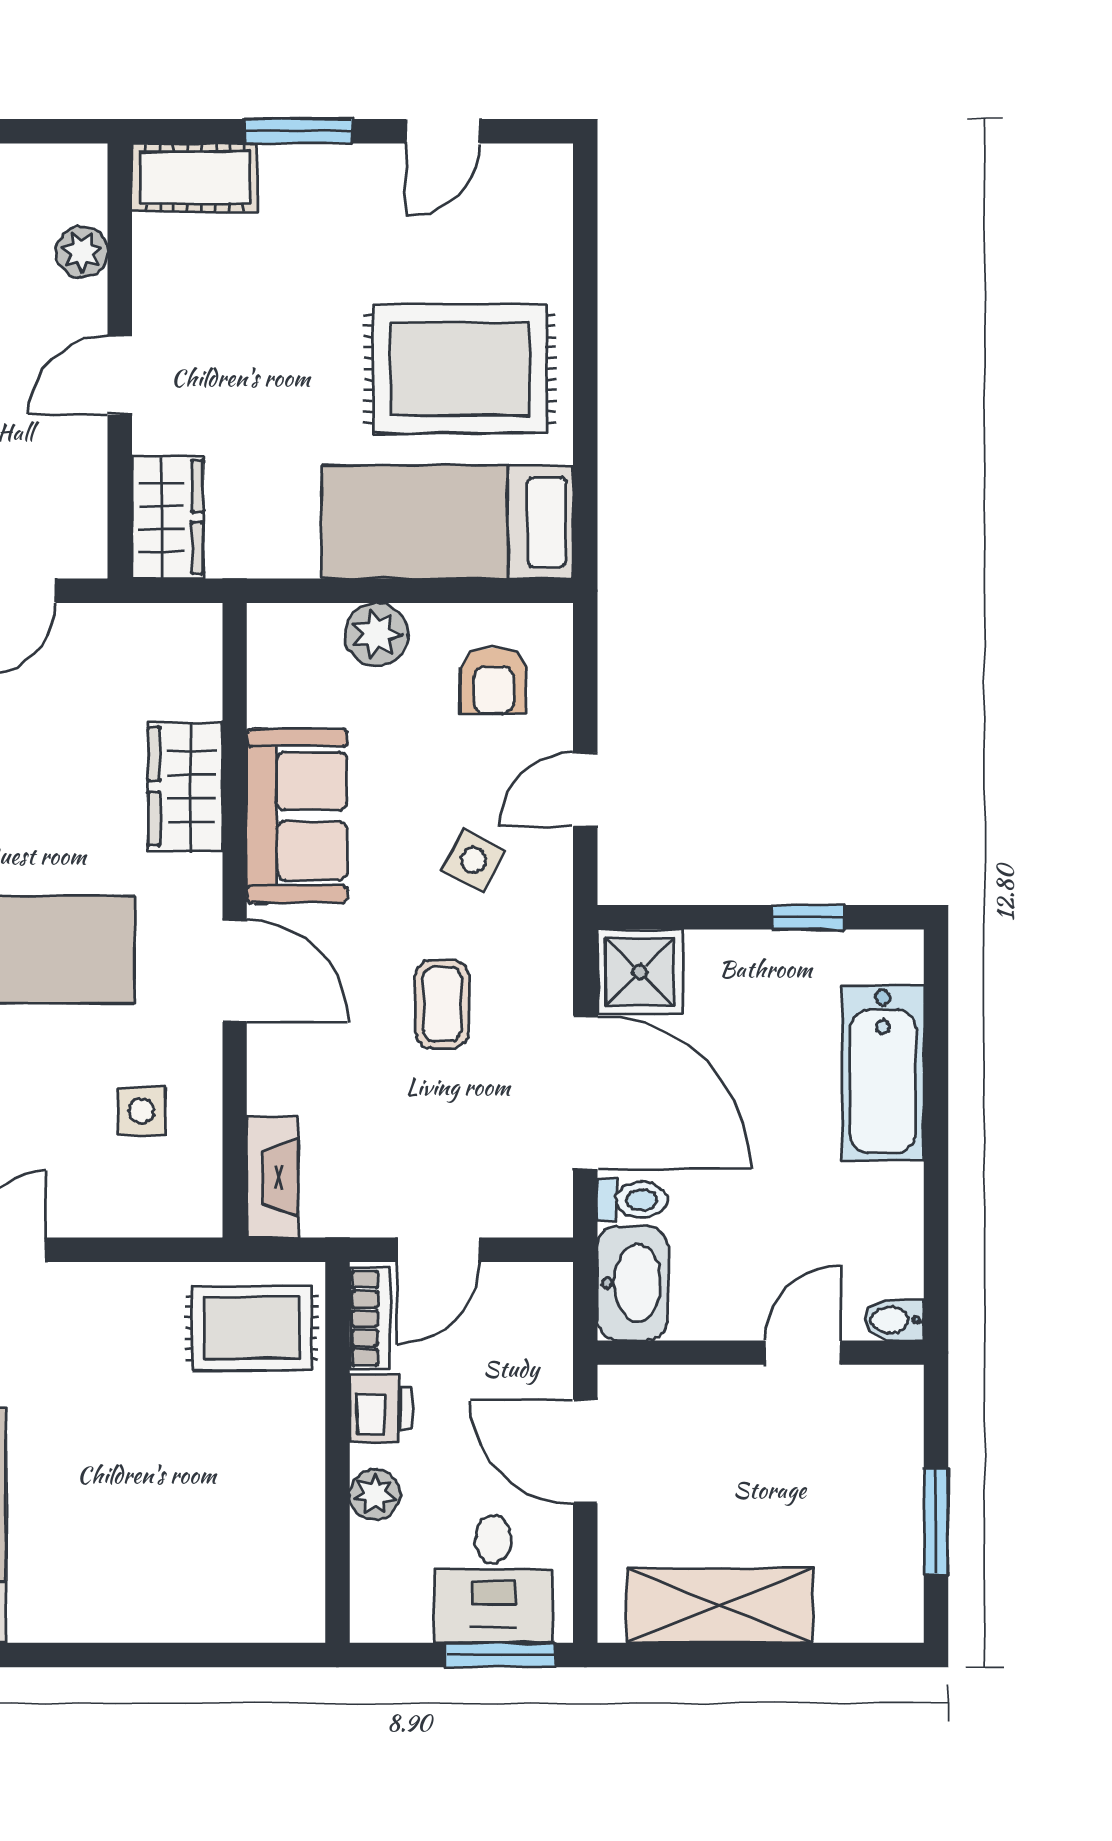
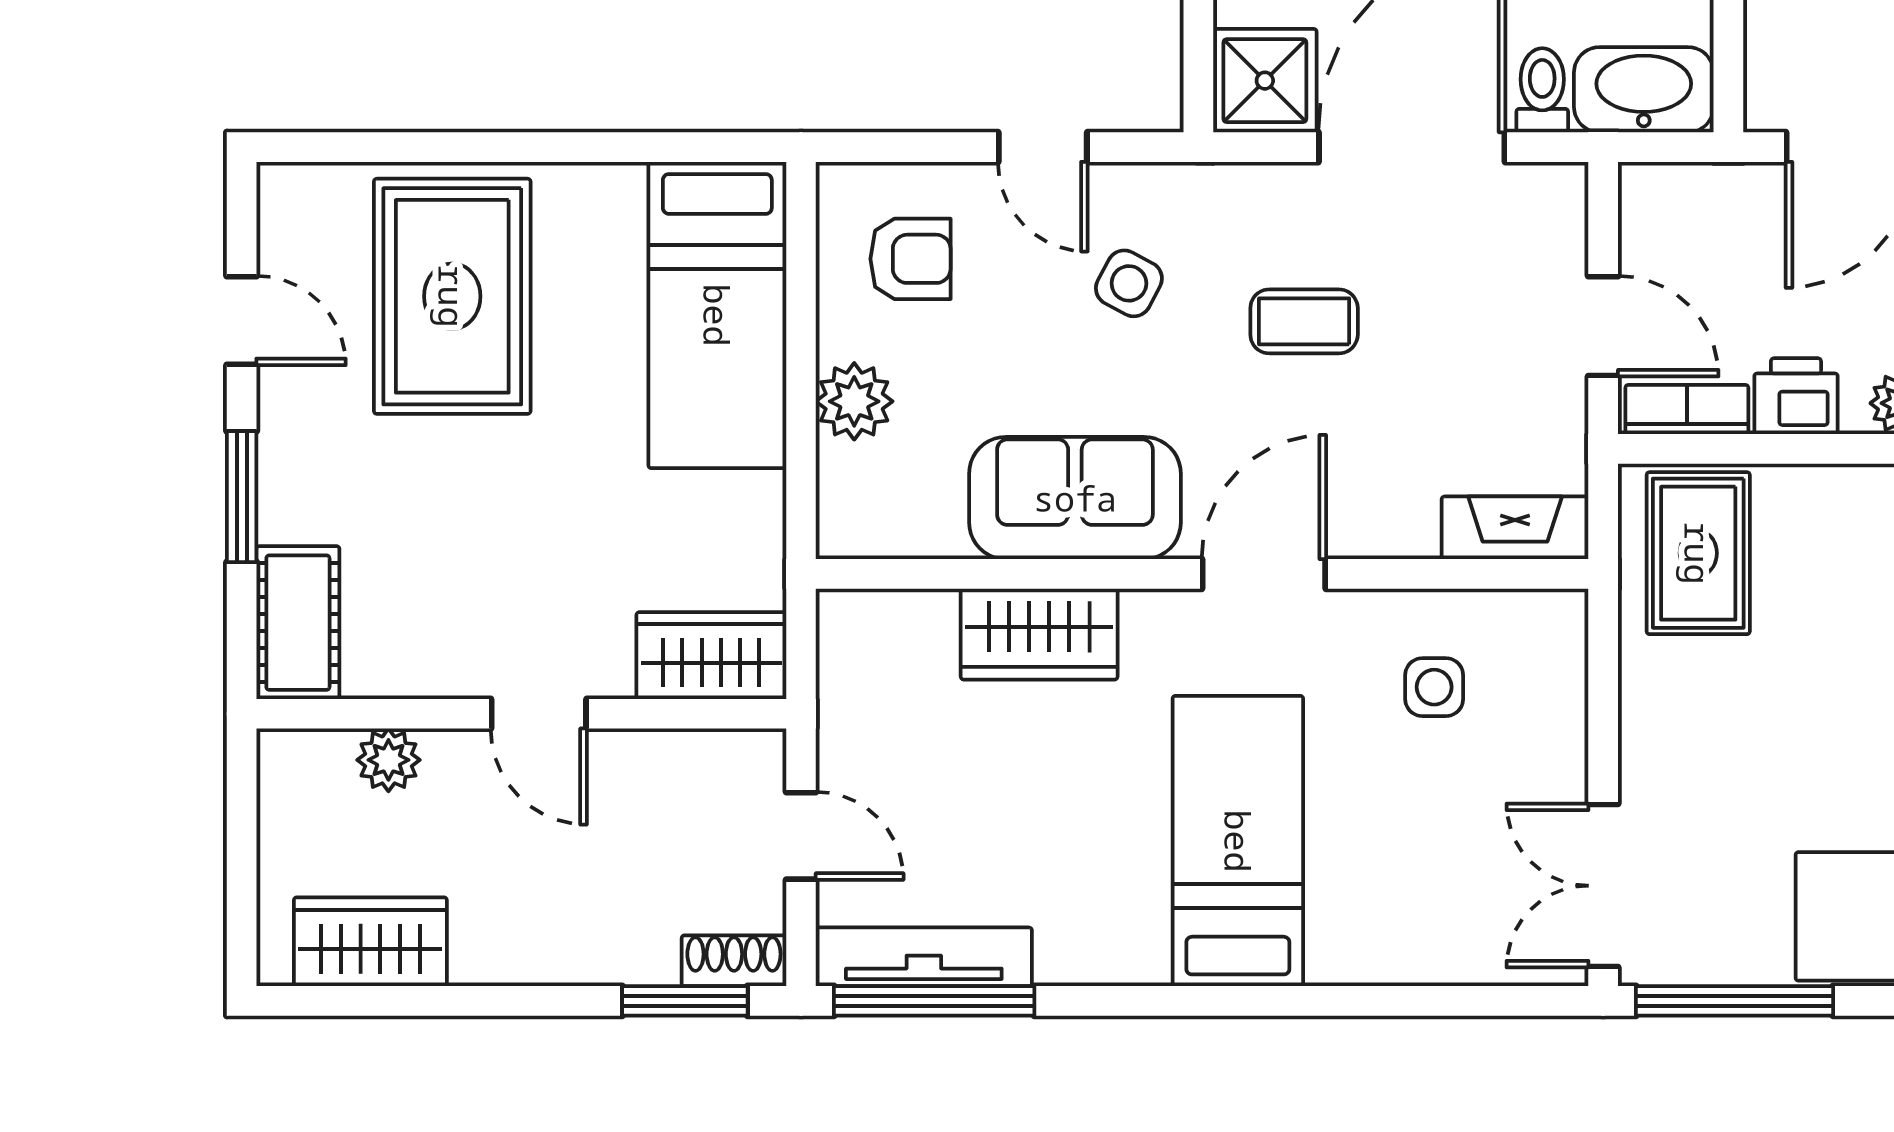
rug: (460, 369) -> (452, 296), moved

